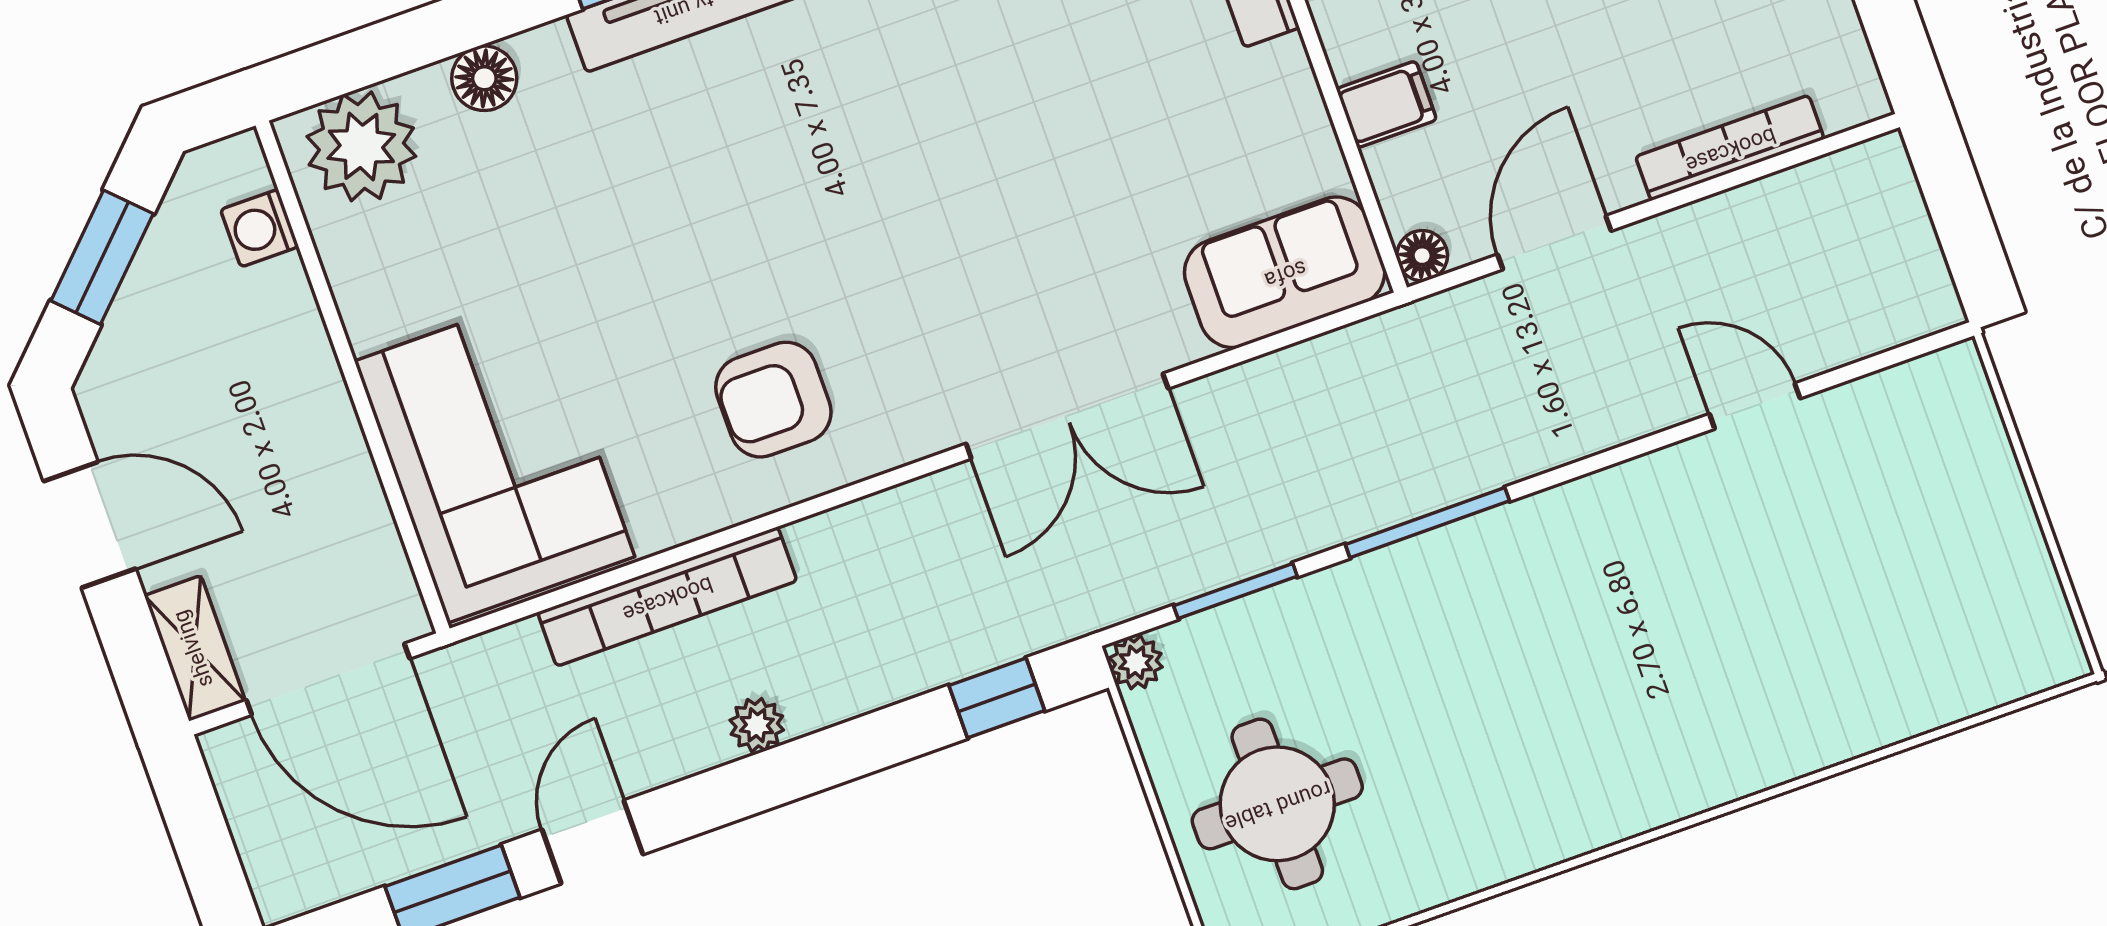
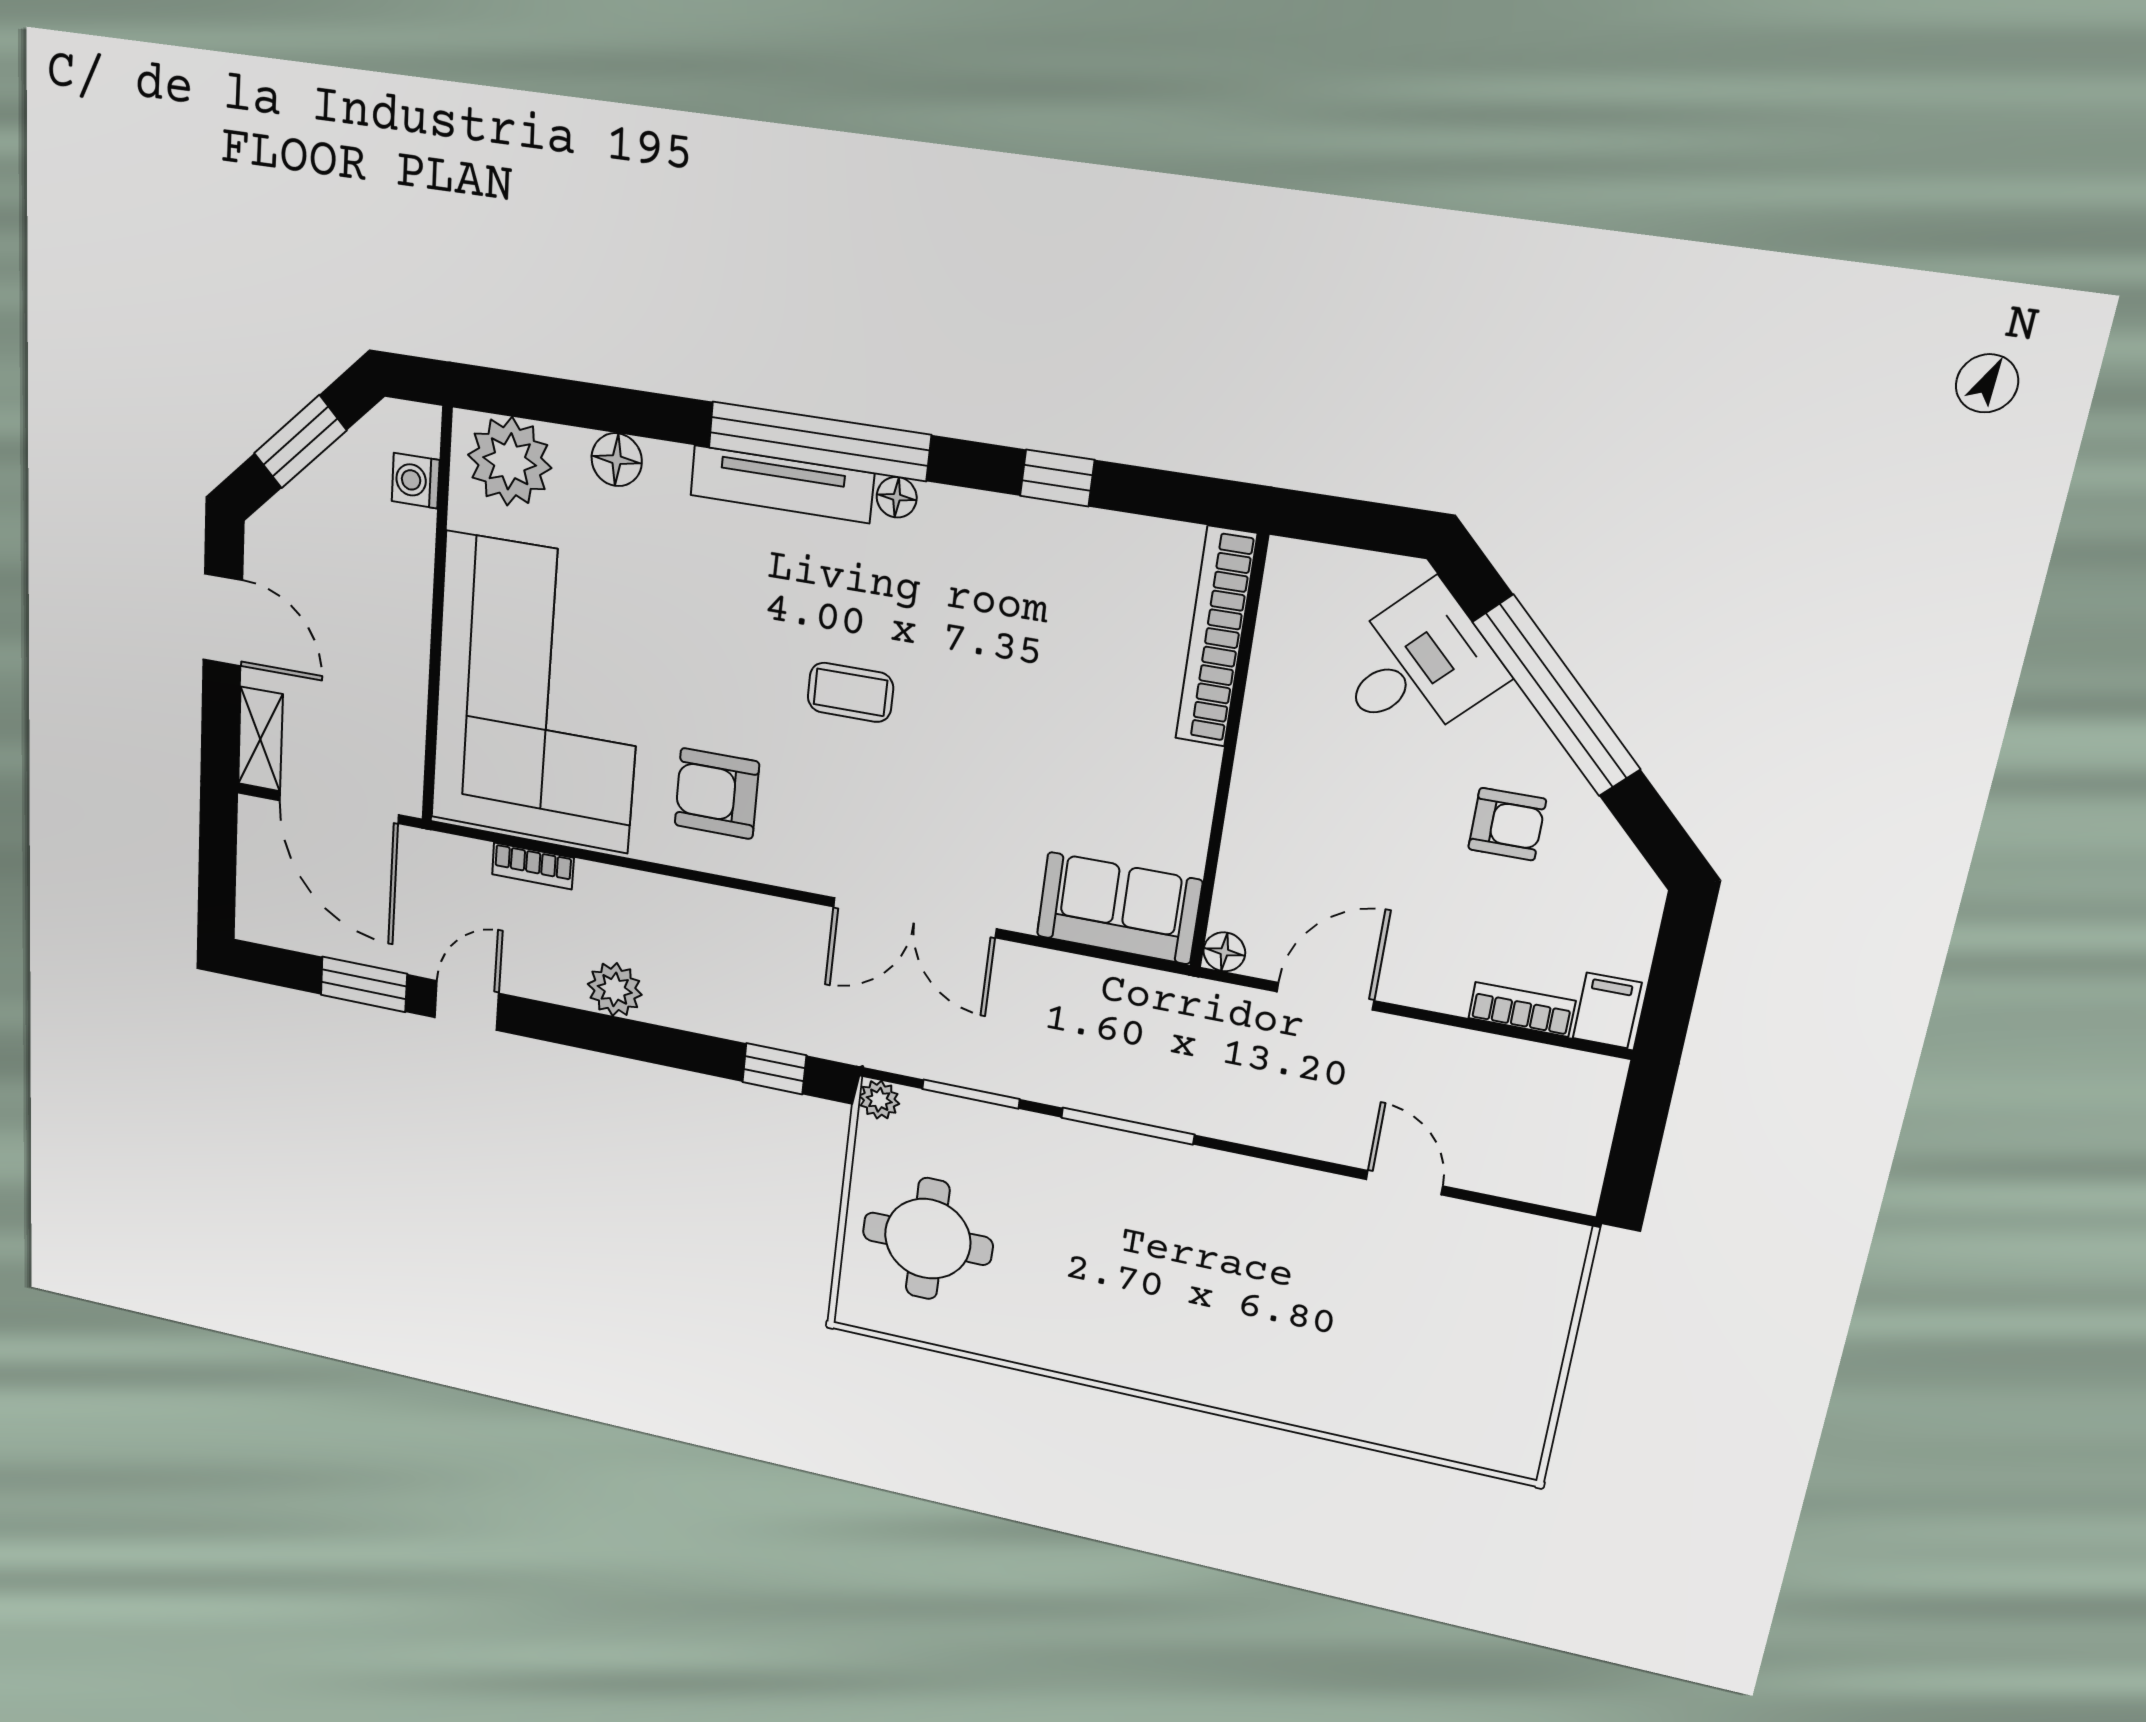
filing cabinet: (1386, 104) -> (1607, 1010), moved, turned -90
bookcase: (1730, 148) -> (1522, 1009), width x0.64
coffee table: (869, 196) -> (850, 692), added
corner sofa: (495, 459) -> (538, 694), width x1.36, depth x1.36
bookcase: (667, 597) -> (533, 866), width x0.43, depth x0.76
plant: (757, 725) -> (615, 989), width x1.38, depth x1.38

